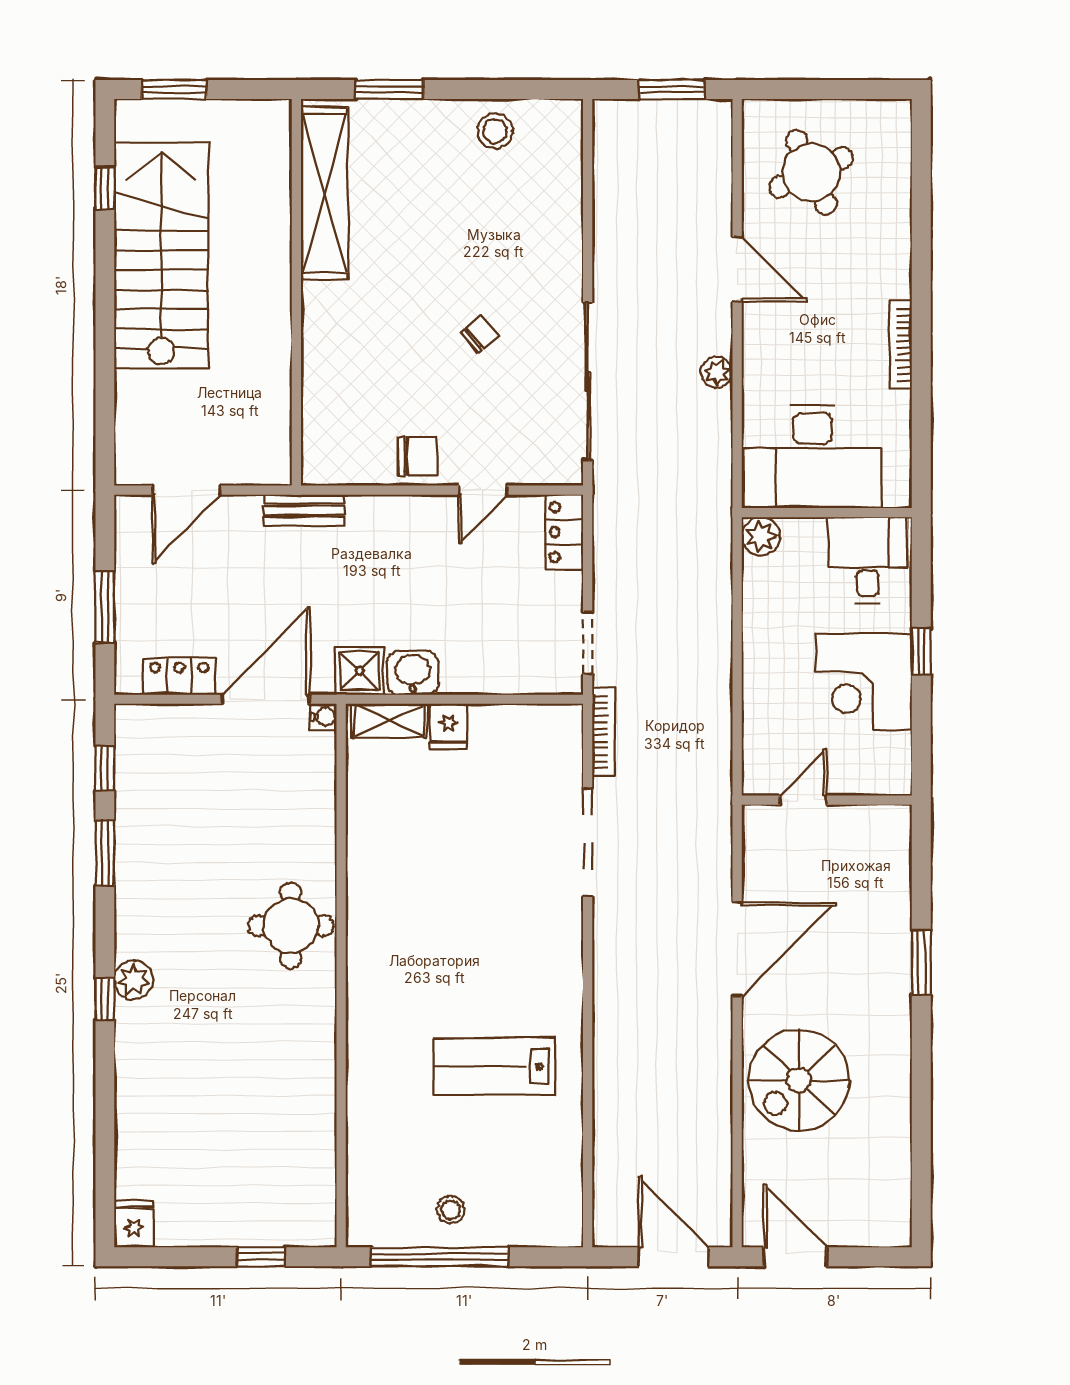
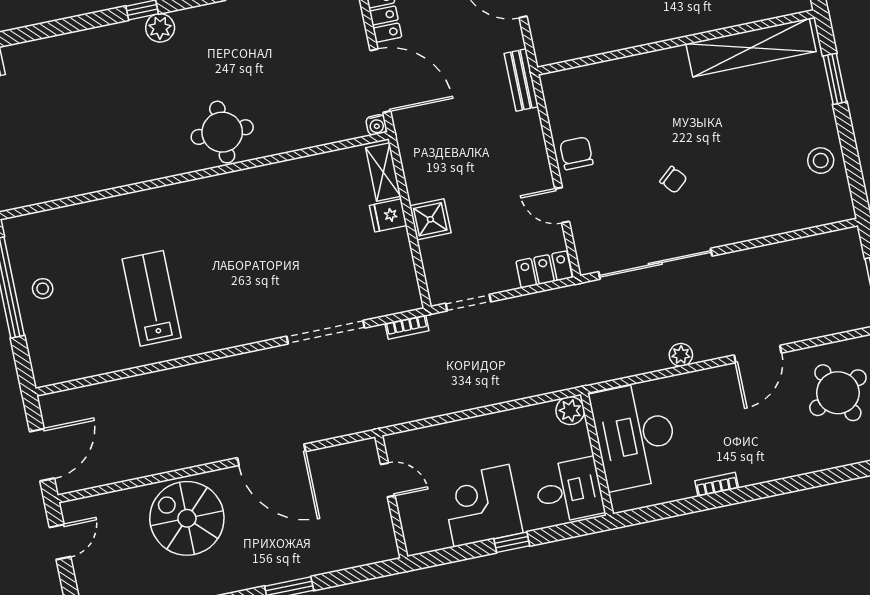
bookcase: (901, 344) -> (717, 484), width x0.64
chair: (417, 457) -> (576, 153), turned 180
shower: (360, 671) -> (430, 219), moved
washbasin: (413, 673) -> (421, 182), removed
bookcase: (604, 732) -> (407, 327), width x0.64
door: (795, 1257) -> (60, 542), width x0.73

